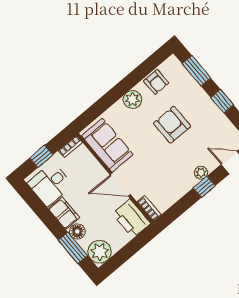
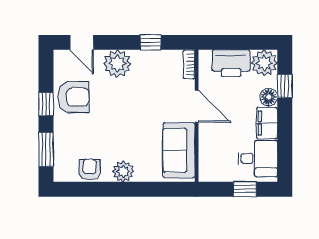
armchair: (172, 125) -> (73, 97), moved, turned -90
bookcase: (70, 147) -> (212, 176), removed
plant: (201, 173) -> (117, 64), width x1.87, depth x1.87
window: (204, 187) -> (151, 42), moved
printer: (131, 219) -> (231, 63), moved, turned 90
window: (73, 248) -> (285, 86), width x0.67

